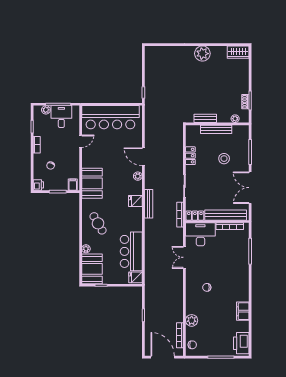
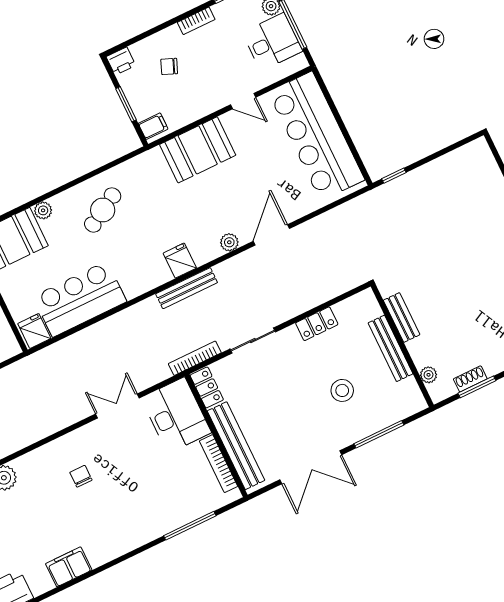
booth: (92, 183) -> (198, 150), moved
double door: (250, 188) -> (311, 467), swing flipped

